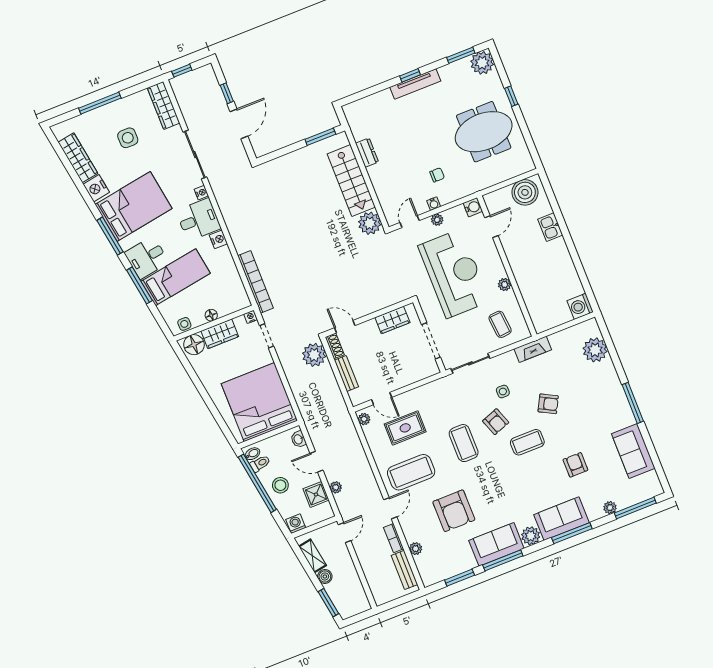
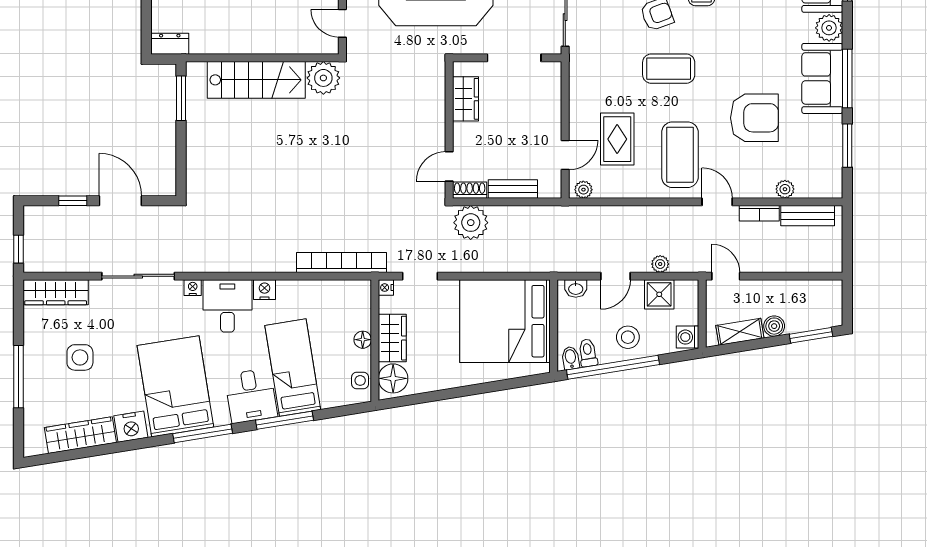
dresser: (367, 153) -> (170, 44), moved

